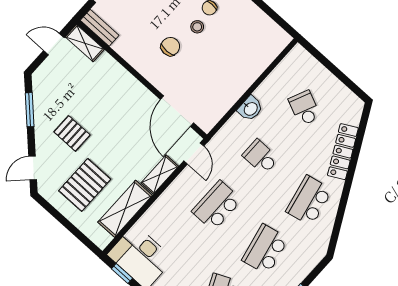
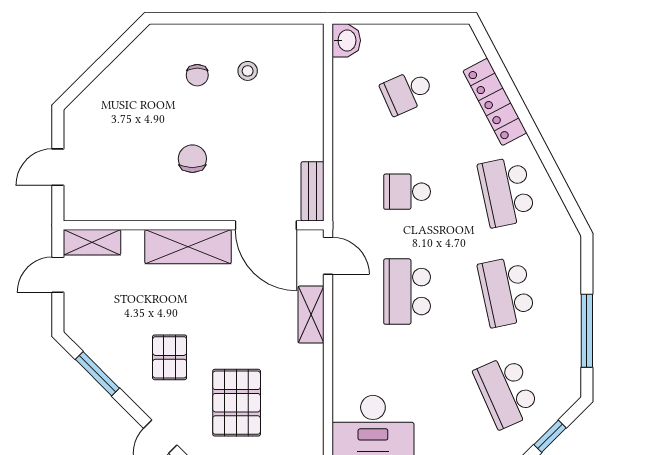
stool: (197, 27) -> (248, 71), moved
bench: (100, 28) -> (312, 191), moved, turned 90
school desk: (304, 108) -> (407, 92), turned -48
washbasin: (250, 109) -> (346, 40), moved
pallet: (72, 133) -> (170, 357), turned 90
shelving: (125, 209) -> (188, 247), moved, turned 90

